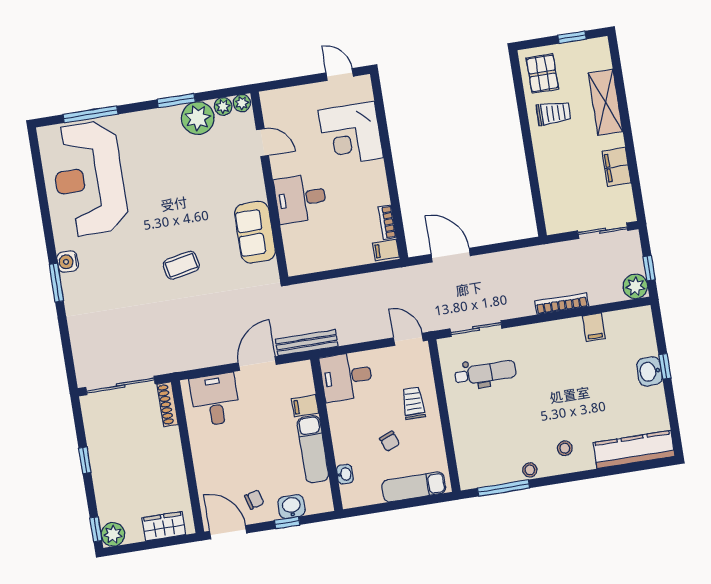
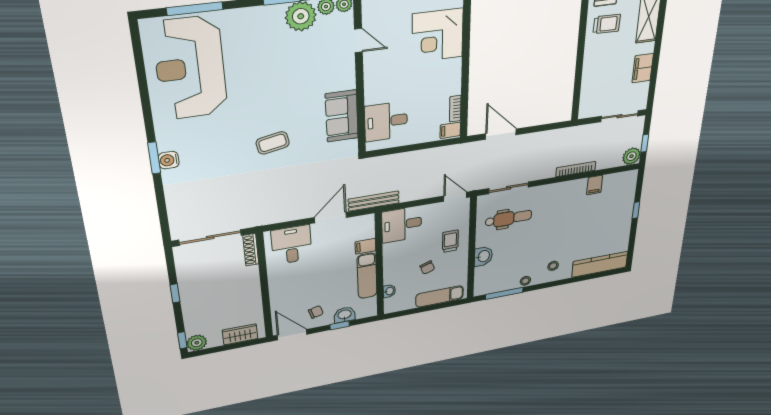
desk: (301, 198) -> (386, 121), moved
water cooler: (68, 262) -> (169, 160), moved
washbasin: (649, 371) -> (483, 256), moved, turned 180

